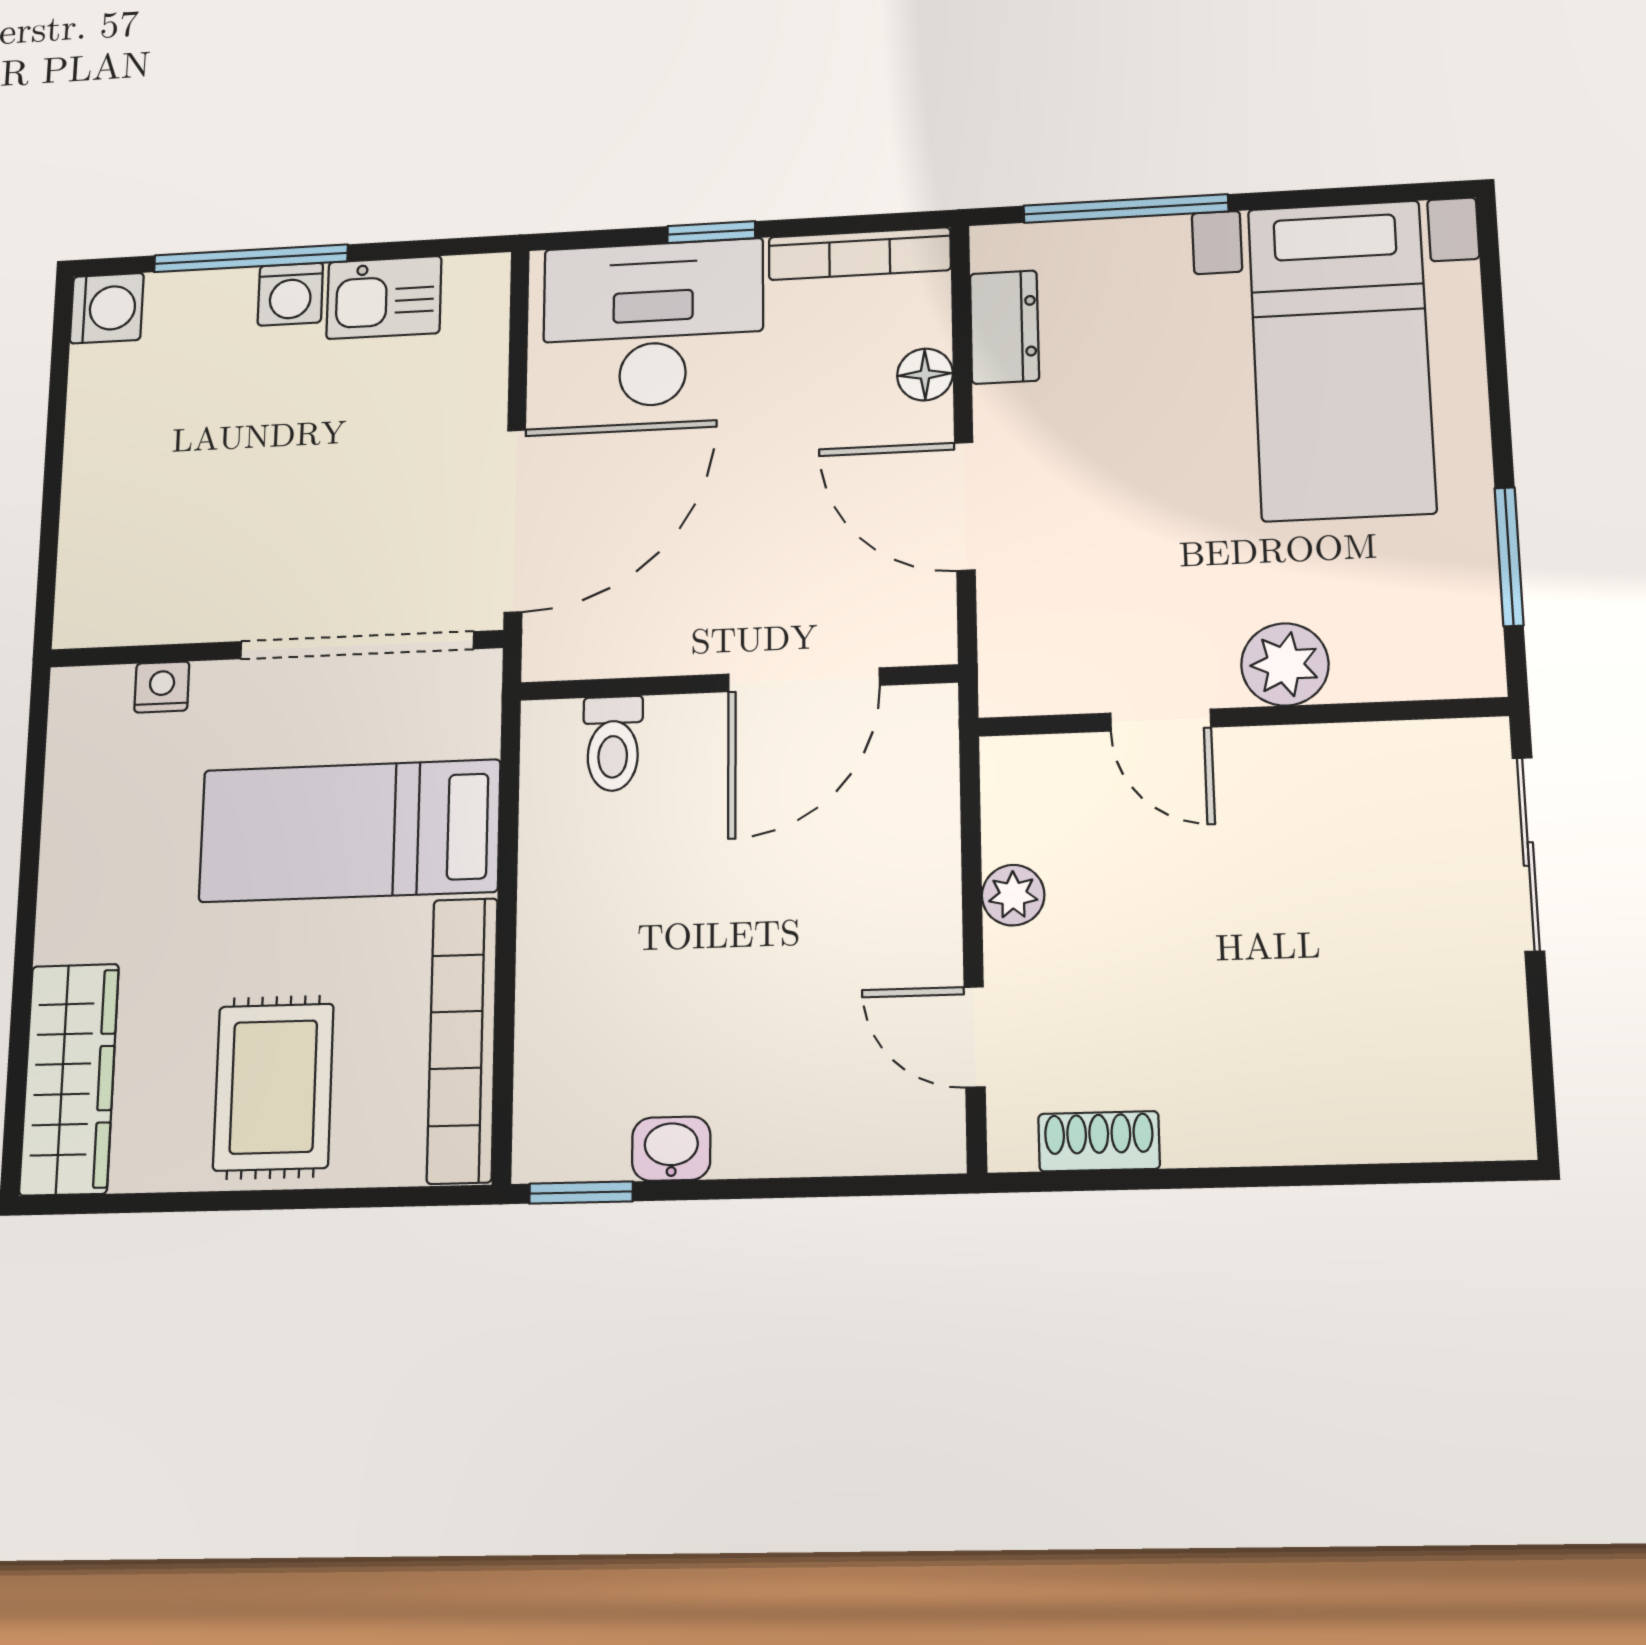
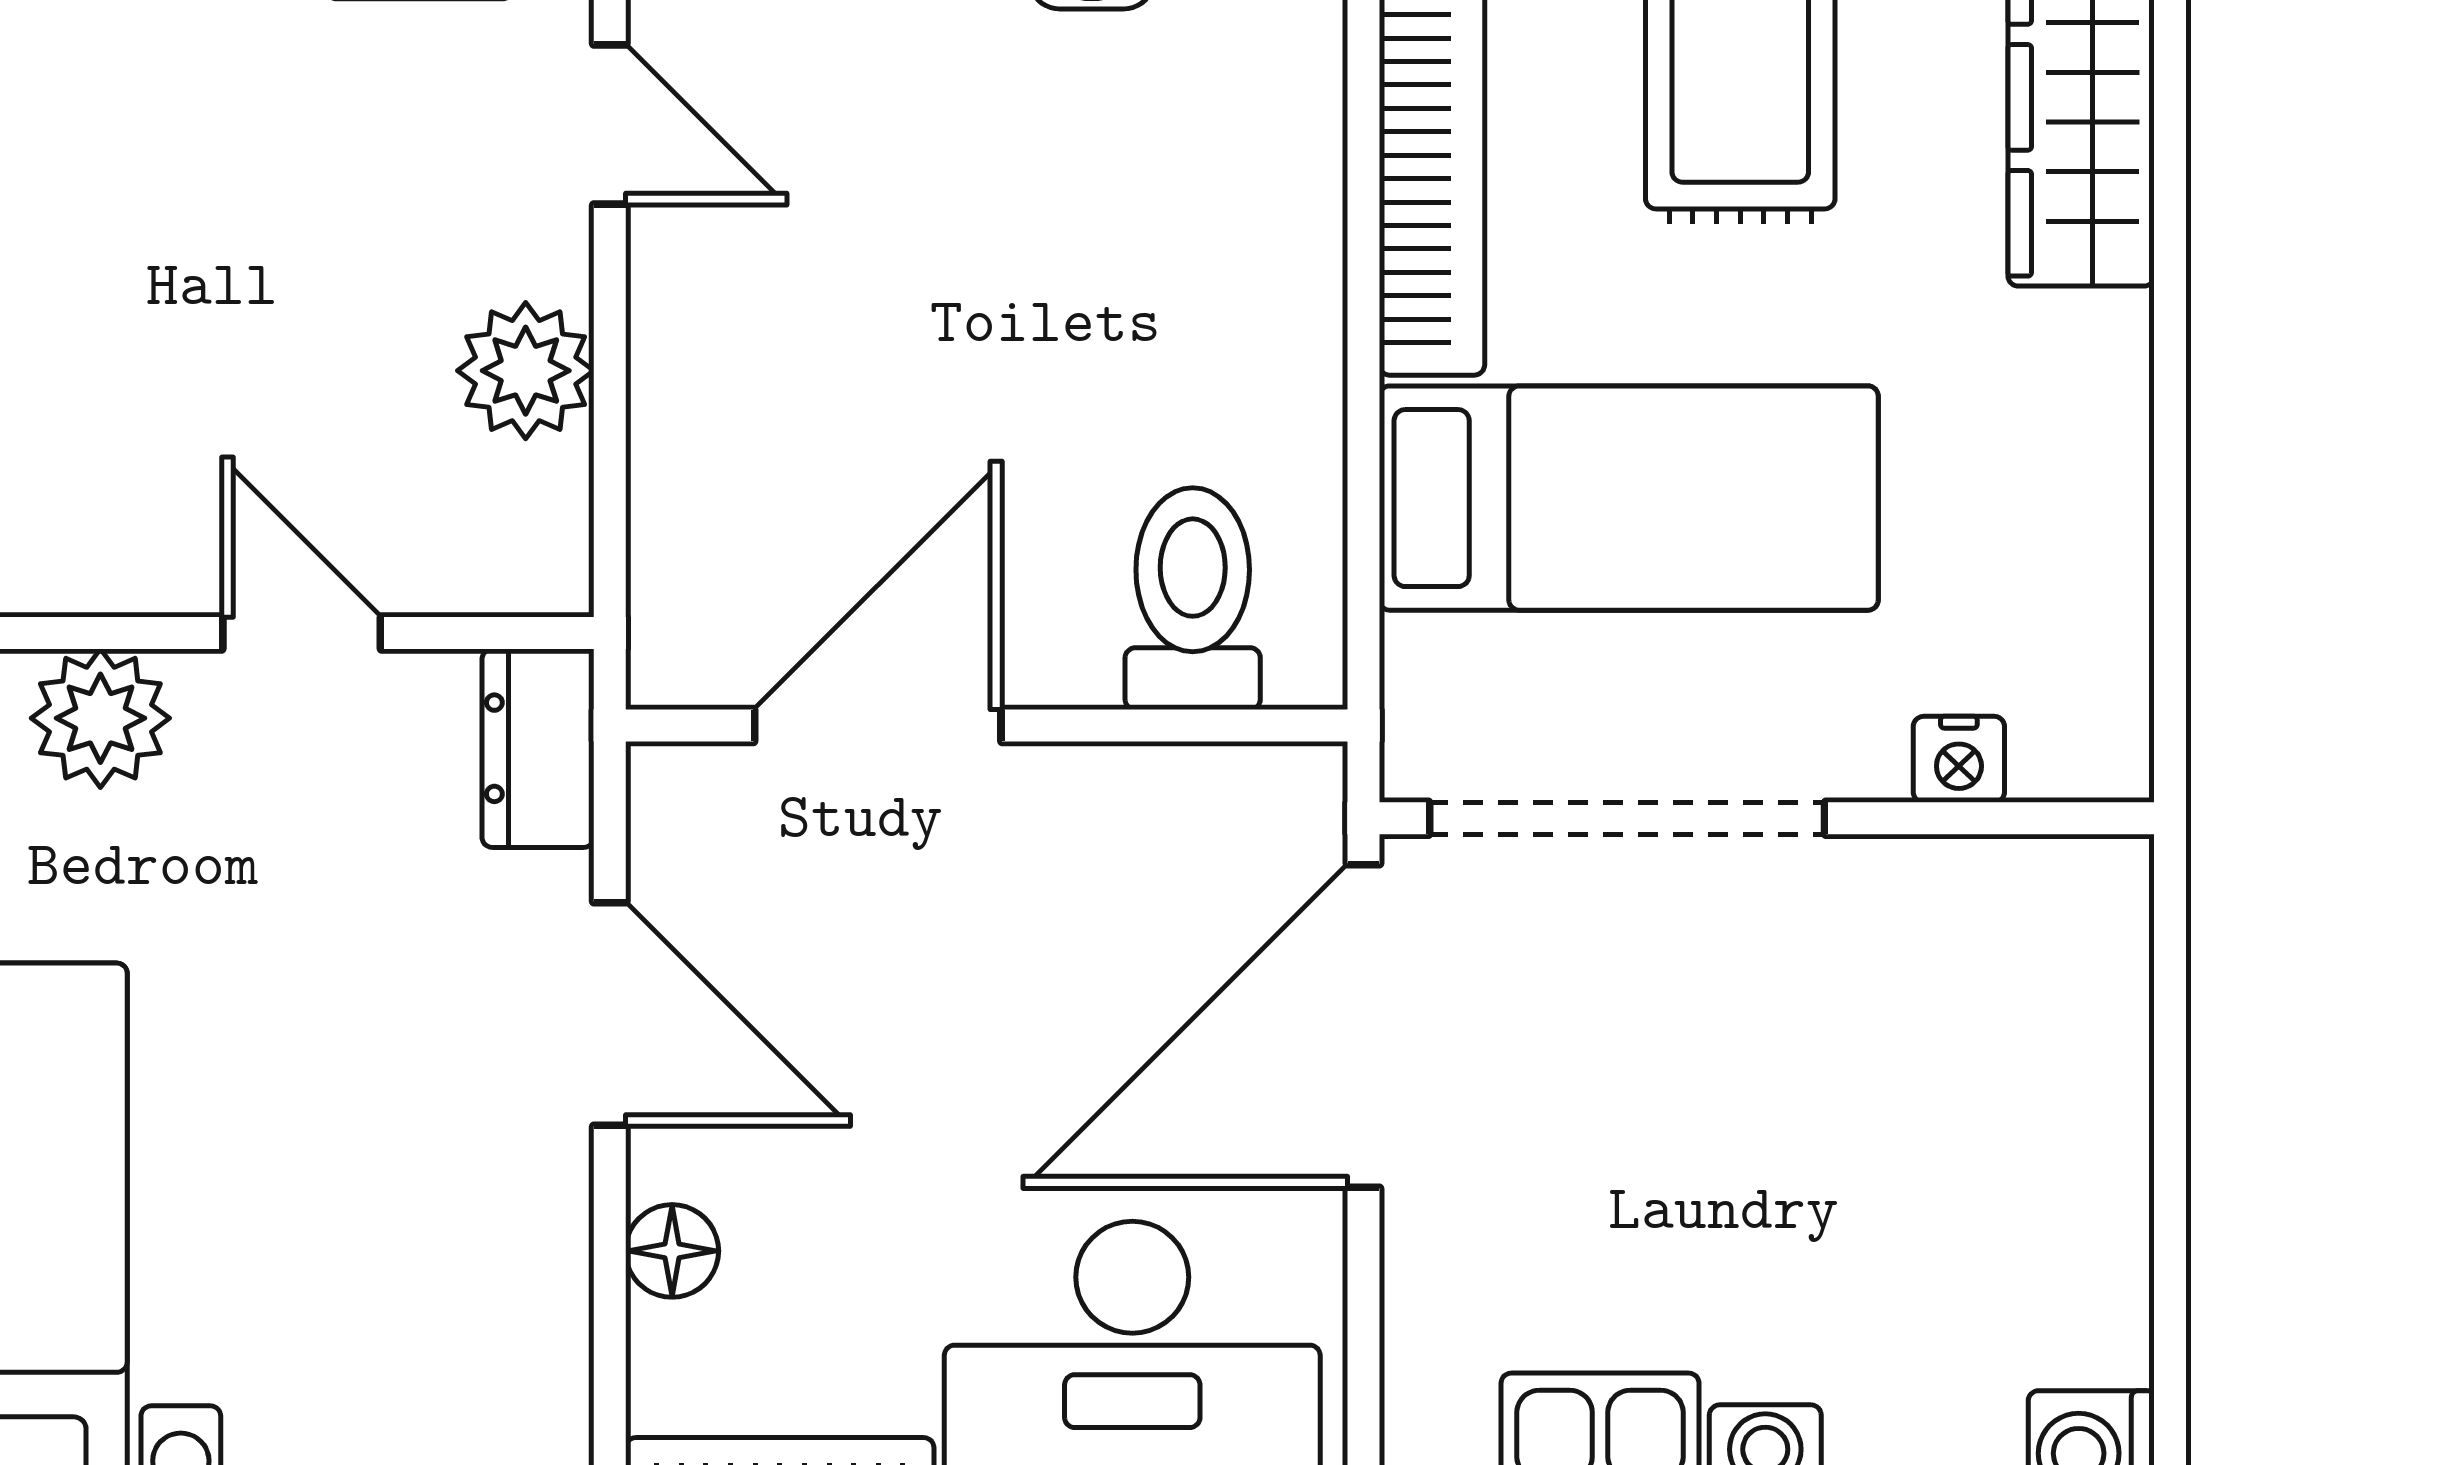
dresser: (1004, 327) -> (538, 748), moved
toilet: (613, 744) -> (1193, 599), width x1.37, depth x1.39
plant: (1013, 895) -> (526, 371), width x1.38, depth x1.38

